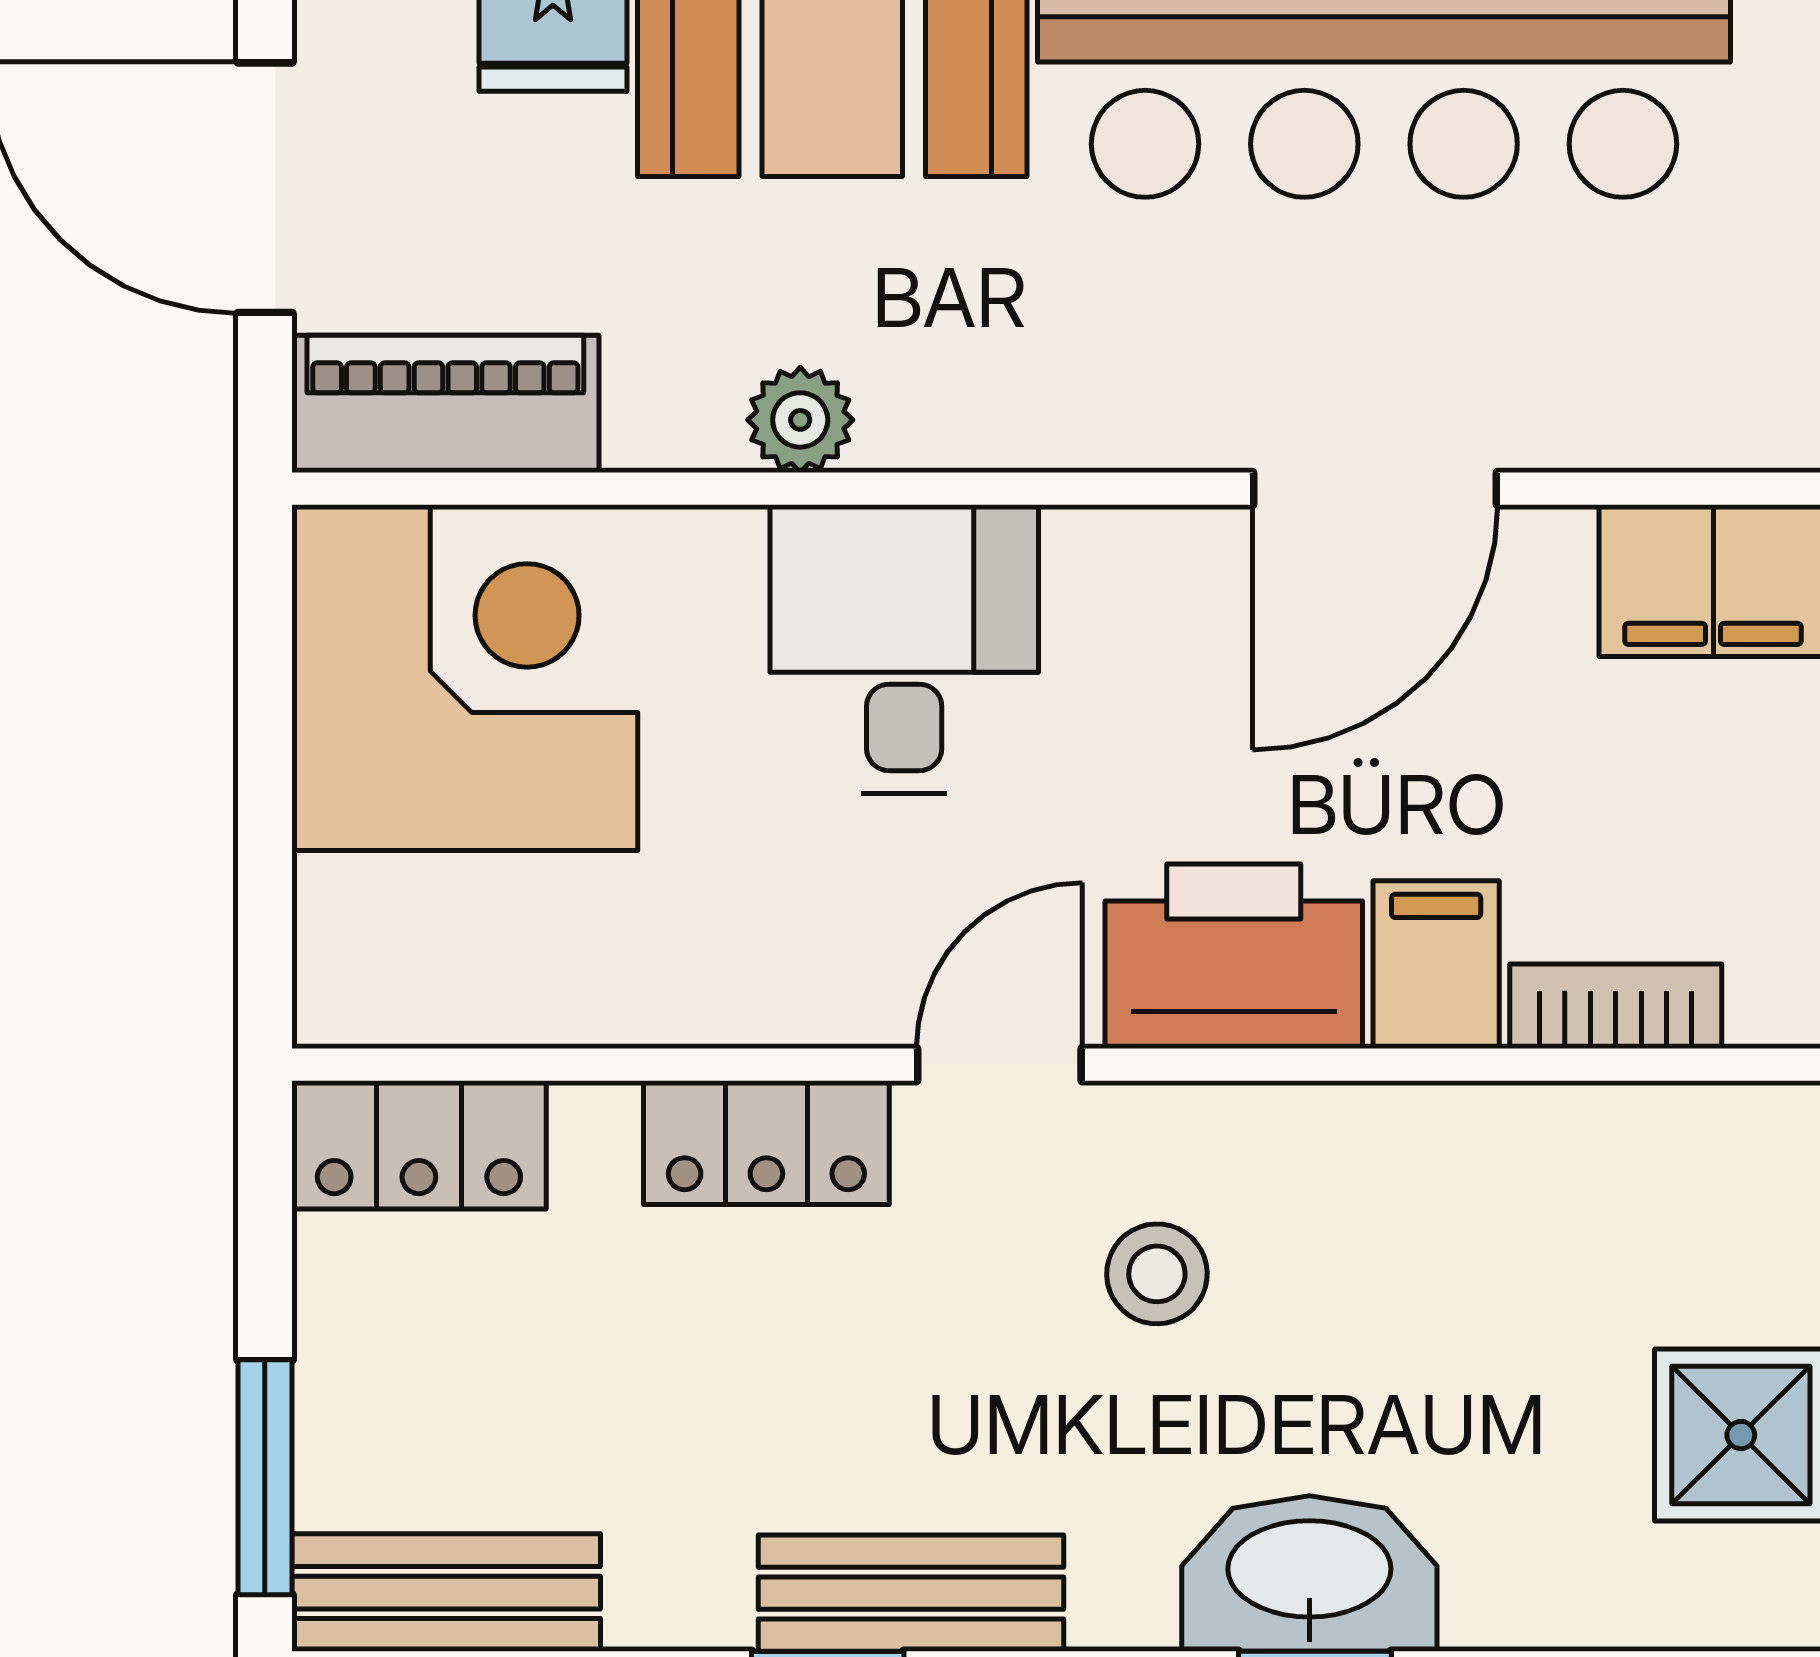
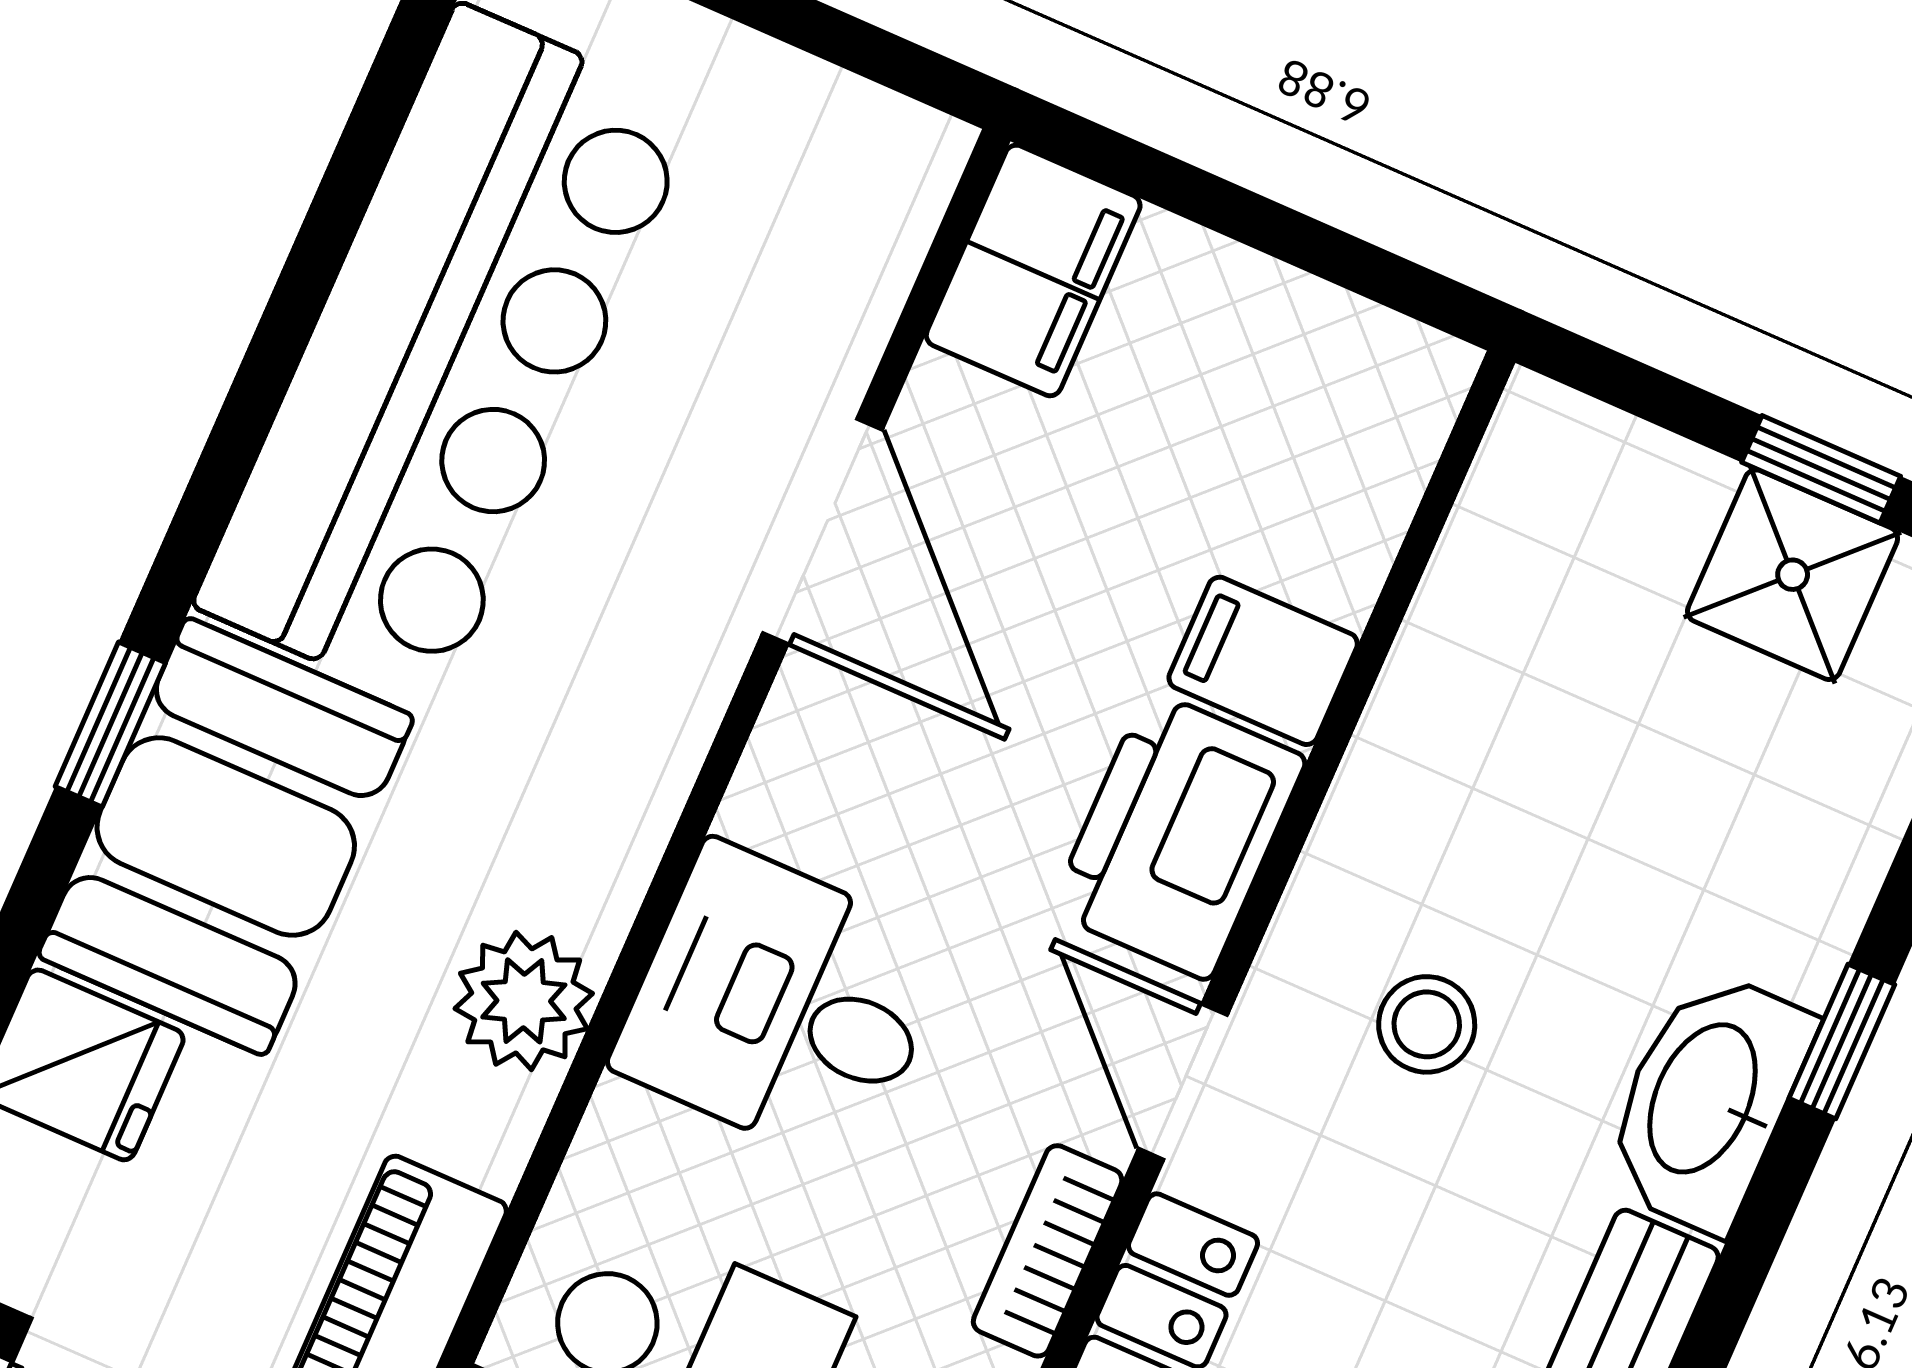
plant: (800, 420) -> (524, 1001), width x1.38, depth x1.38
bookcase: (1616, 1006) -> (1048, 1251), moved
washbasin: (1309, 1574) -> (1707, 1100), moved

